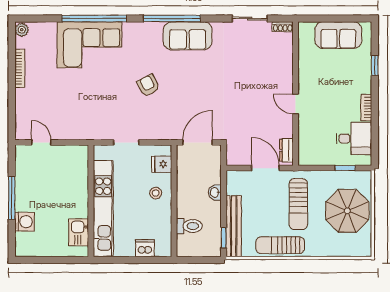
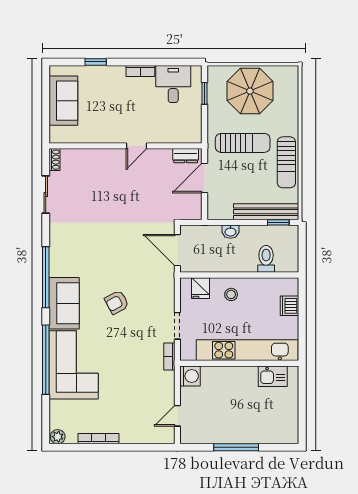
sofa: (188, 36) -> (64, 303), moved
bookcase: (97, 135) -> (169, 356), added
washing machine: (25, 222) -> (190, 376), moved, turned 90

